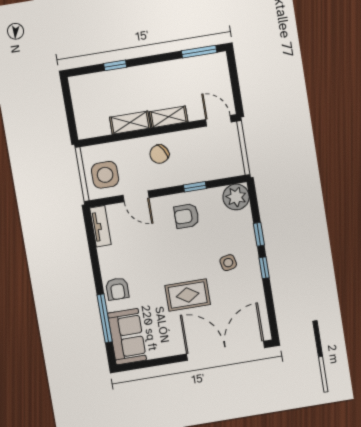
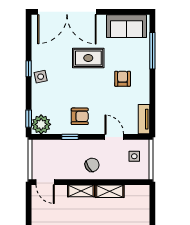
side table: (105, 175) -> (134, 156), width x0.54, depth x0.54
window: (259, 234) -> (29, 119), moved
side table: (228, 263) -> (41, 77), moved
armchair: (117, 289) -> (123, 79), moved
sofa: (127, 337) -> (127, 26), moved, turned -90

